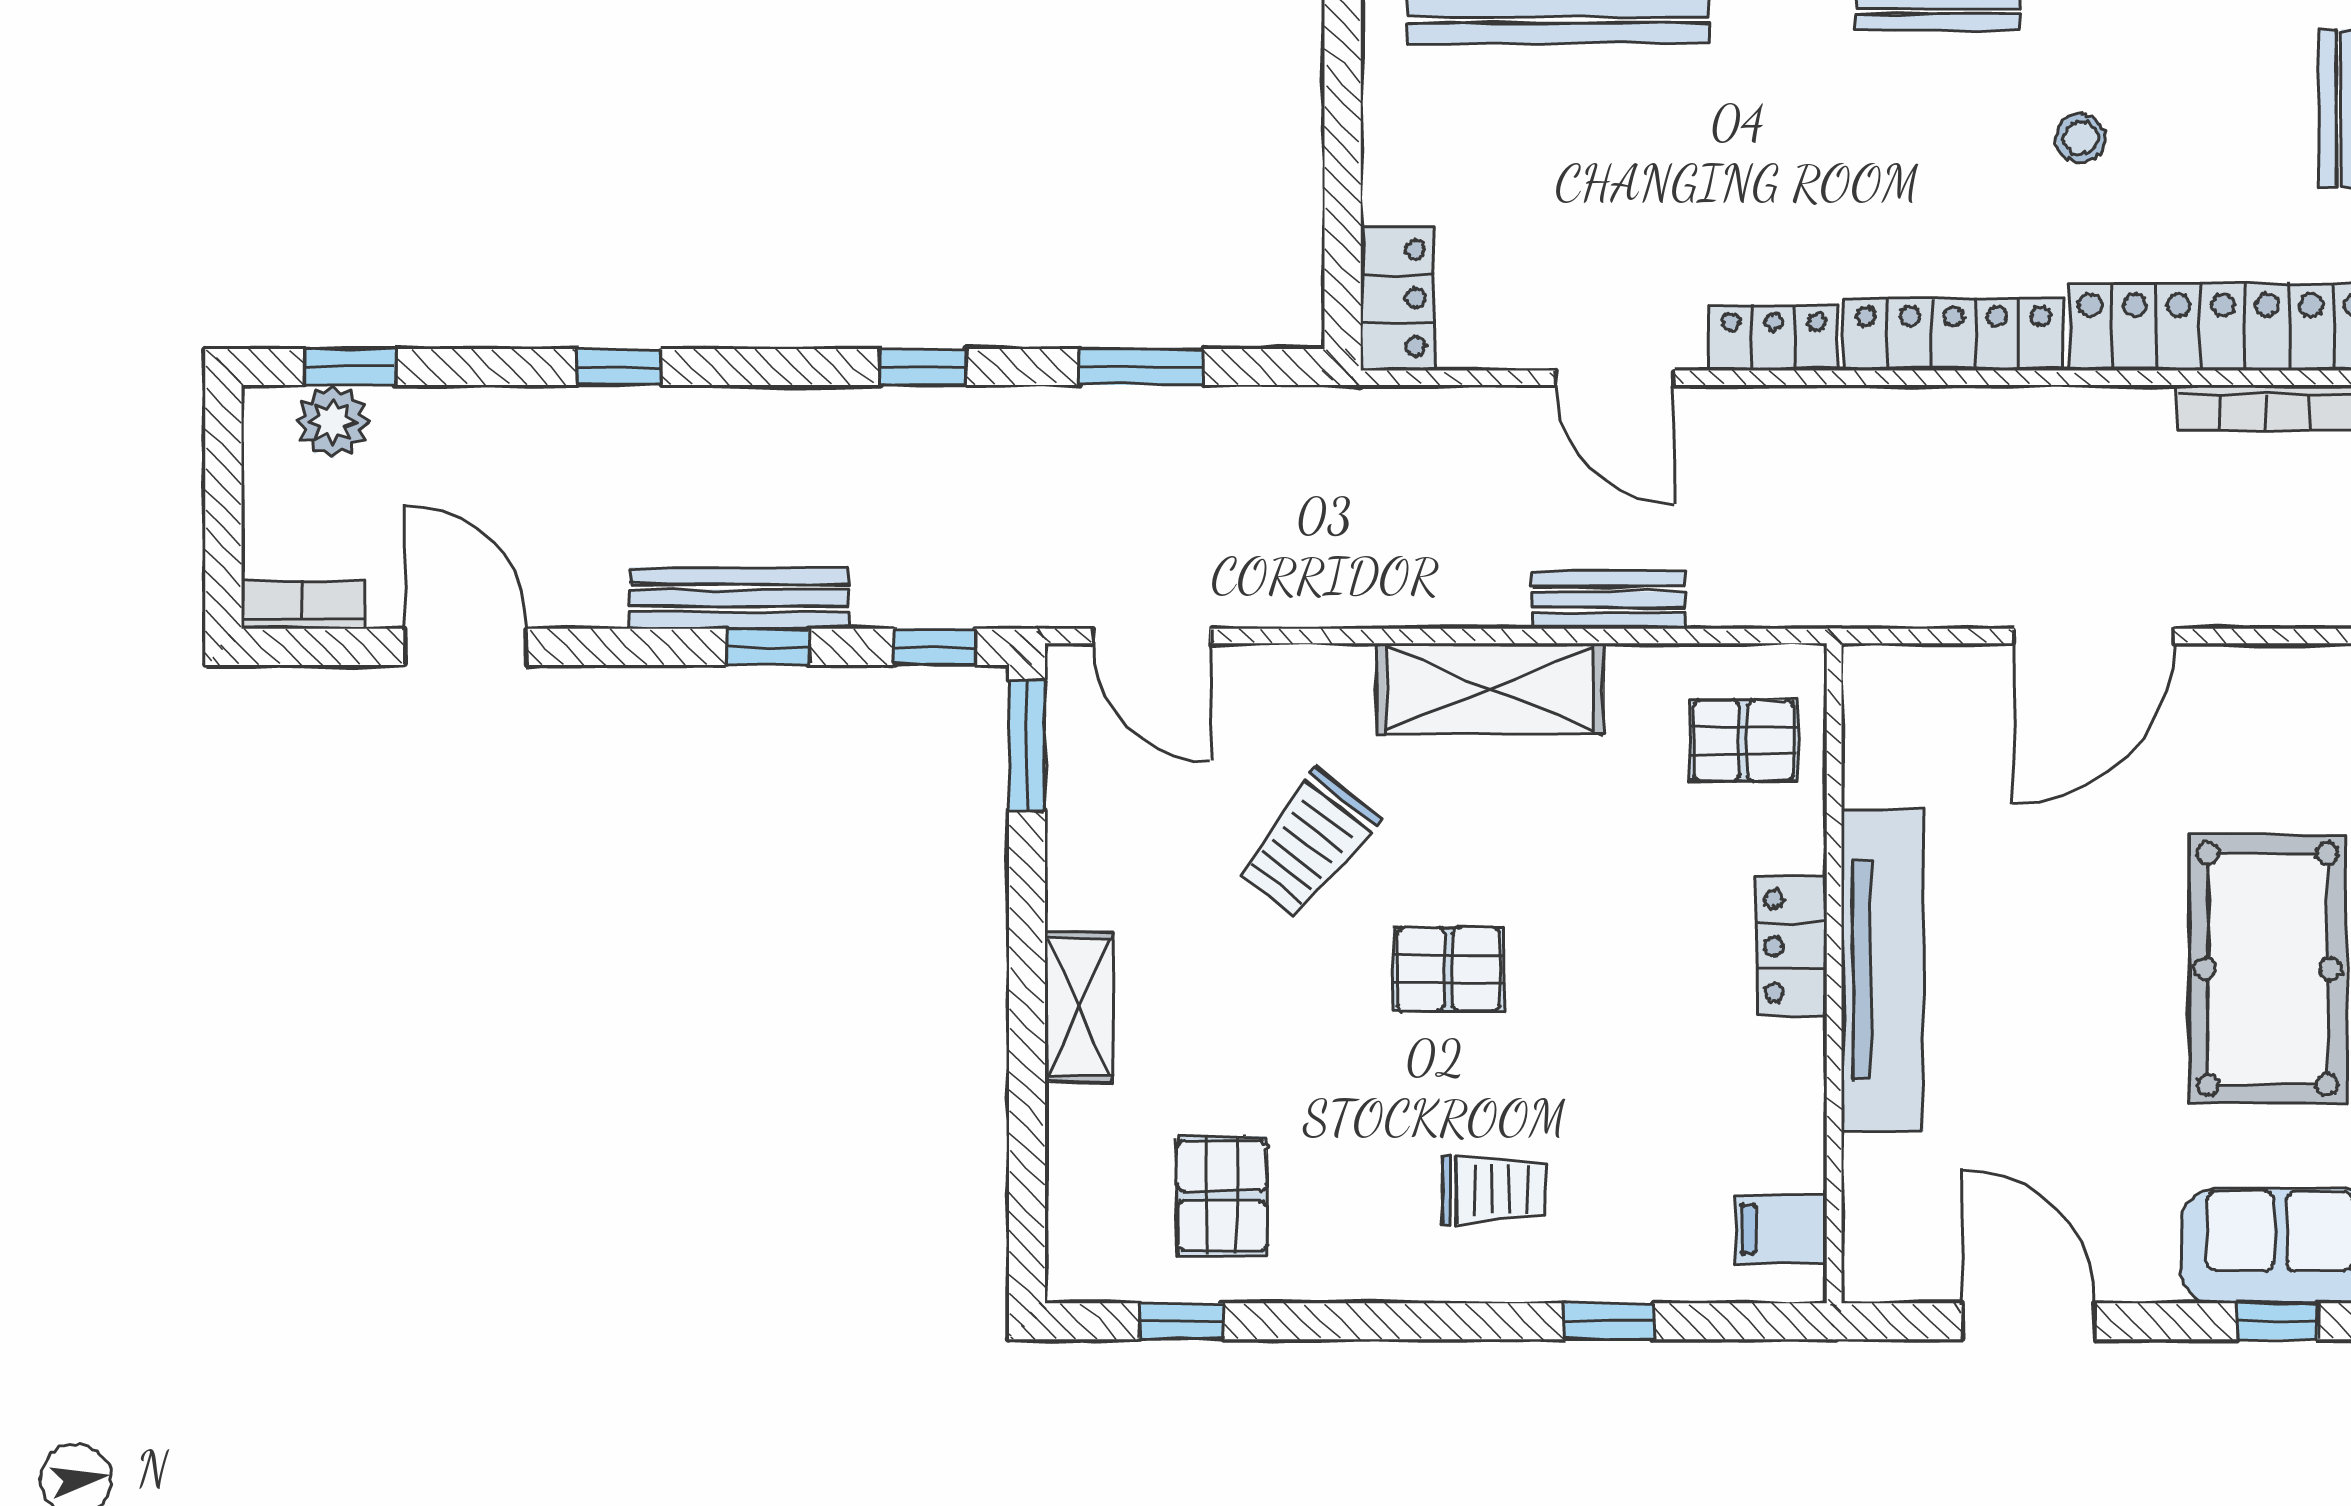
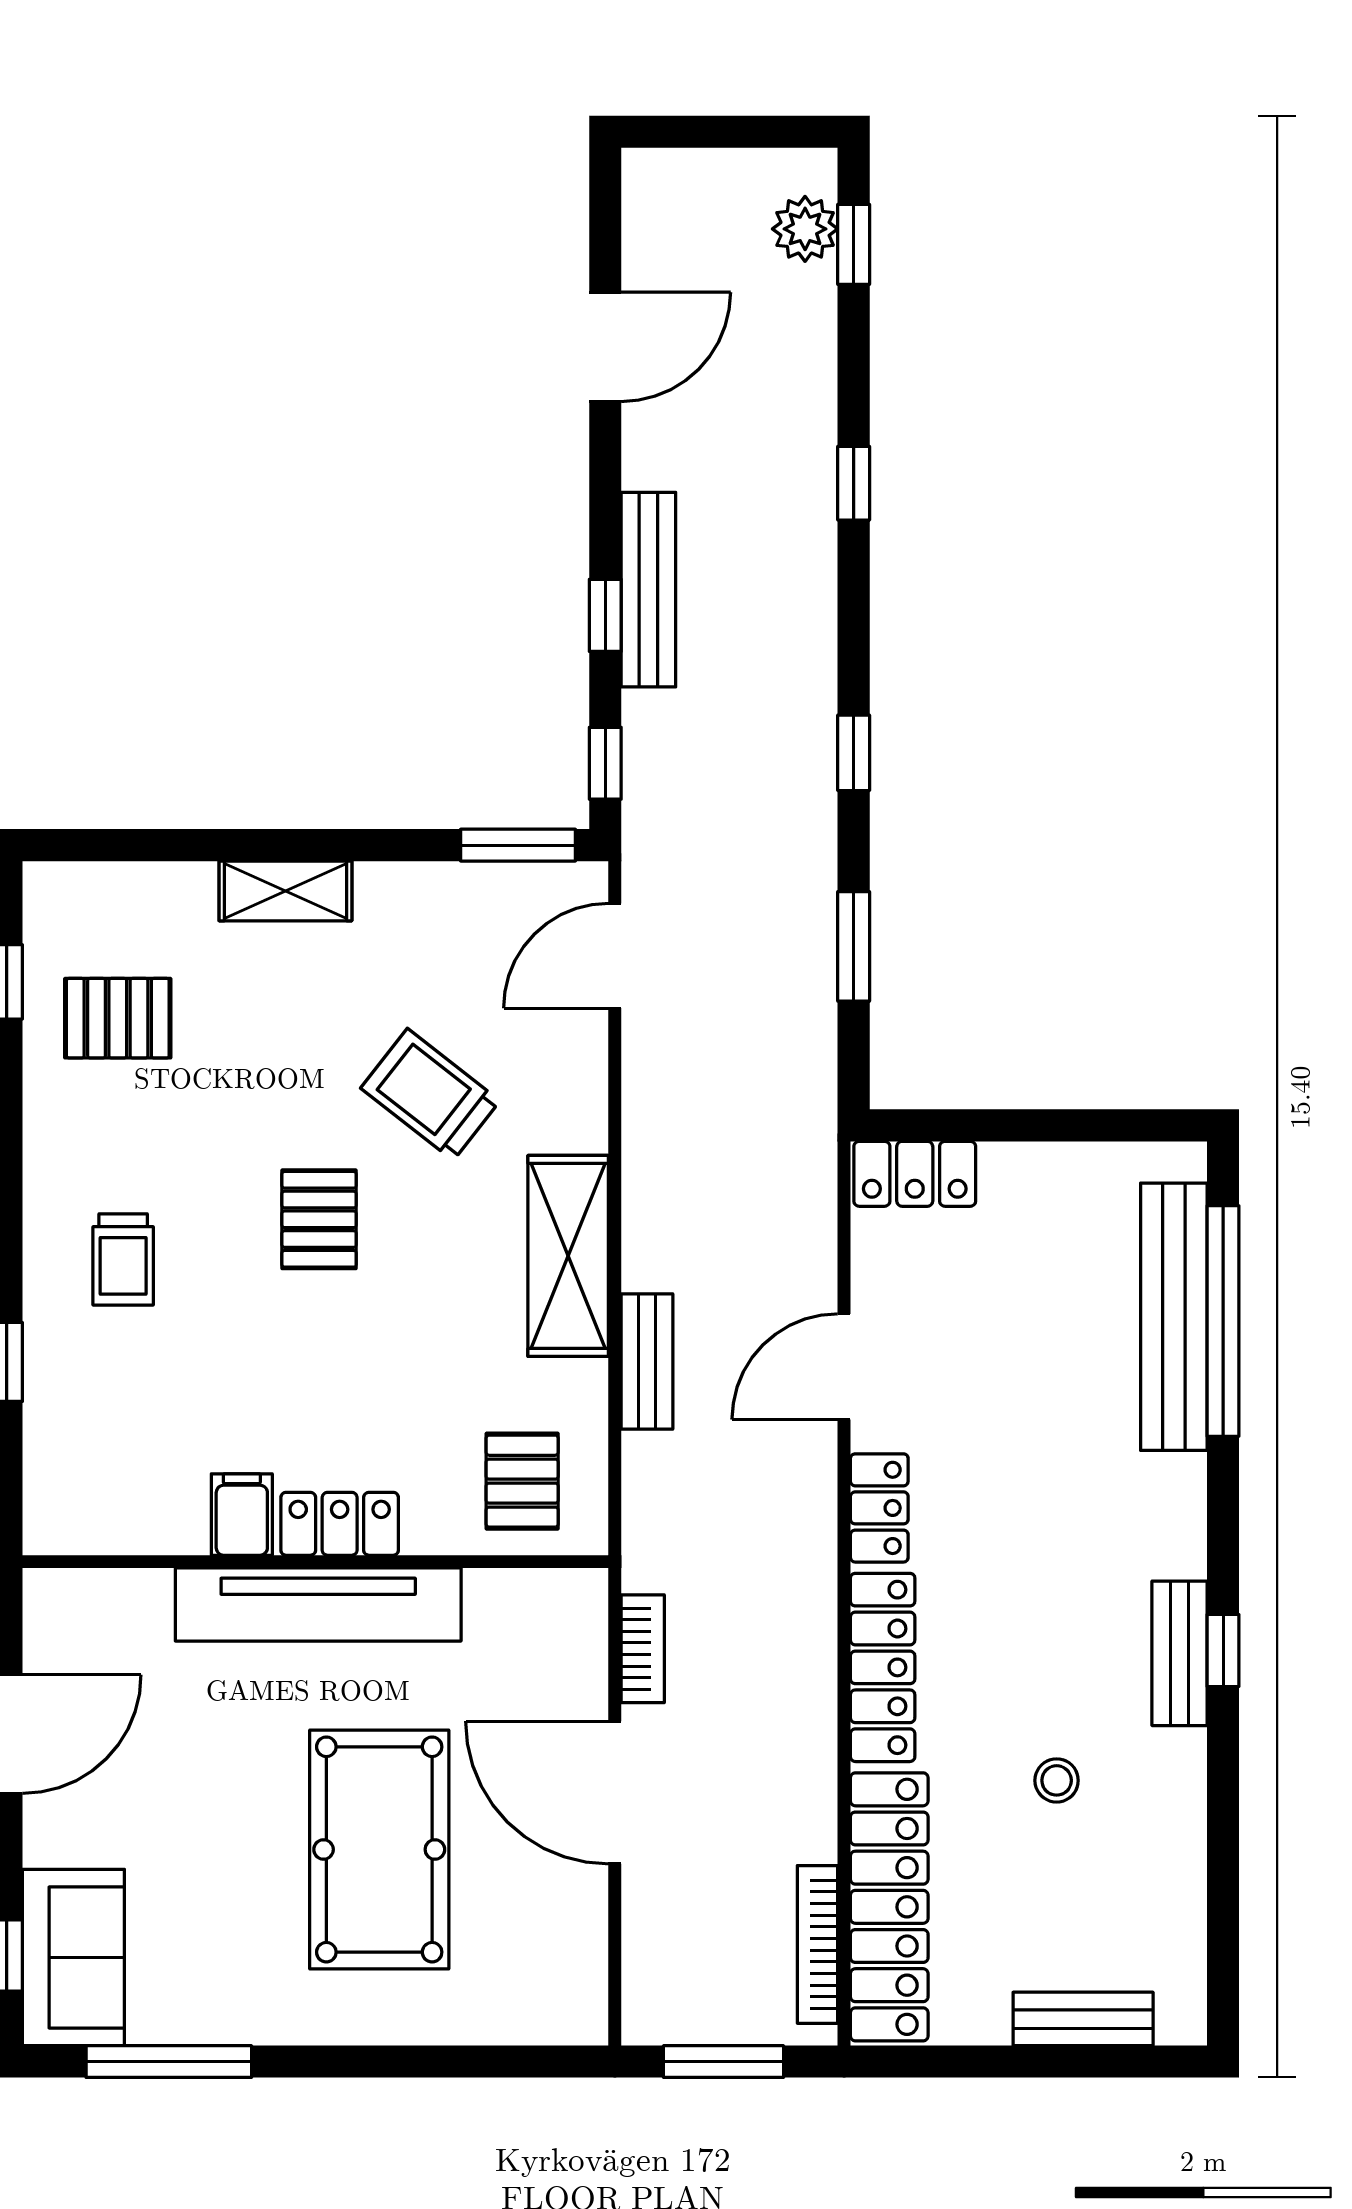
bookcase: (302, 605) -> (643, 1649), moved
pool table: (2267, 969) -> (379, 1849), moved, turned 90
filing cabinet: (1781, 1229) -> (242, 1515), moved

